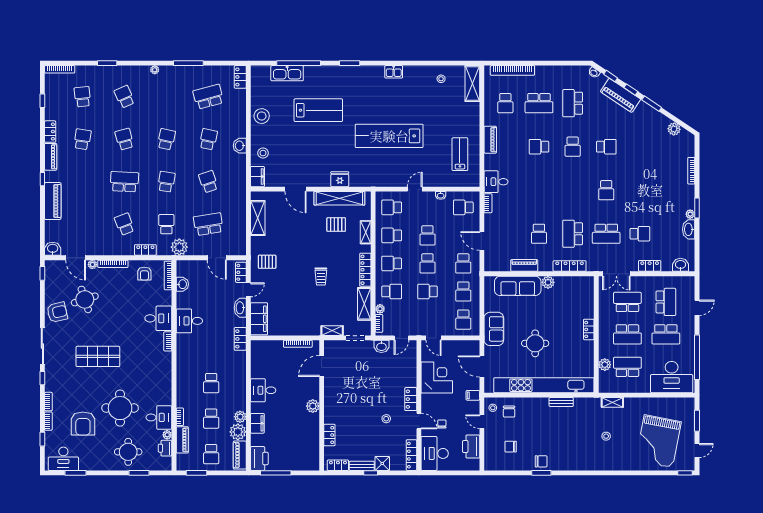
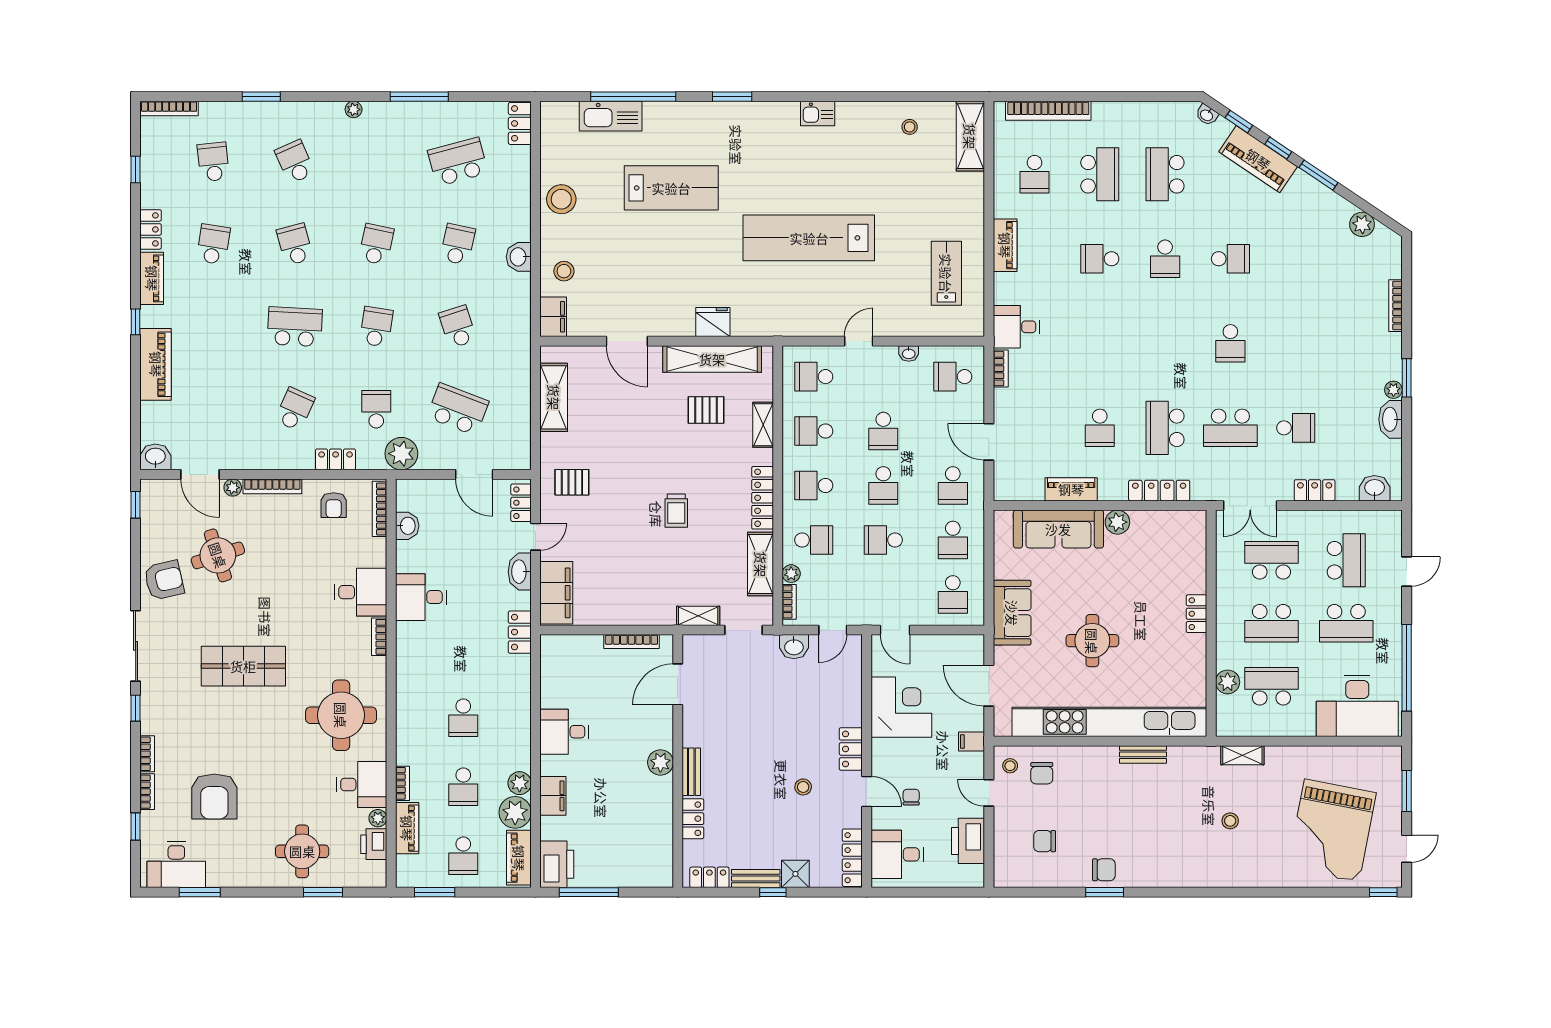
school desk: (539, 103) -> (1100, 174), turned -90
school desk: (124, 224) -> (295, 409), turned 45
school desk: (208, 224) -> (458, 409), turned 30
round table: (120, 408) -> (341, 715), moved
bench: (329, 411) -> (691, 772), added
desk: (435, 453) -> (897, 854), width x0.73

